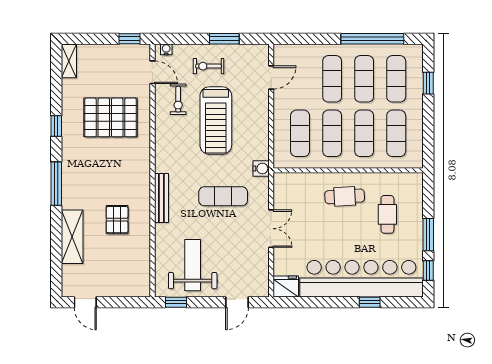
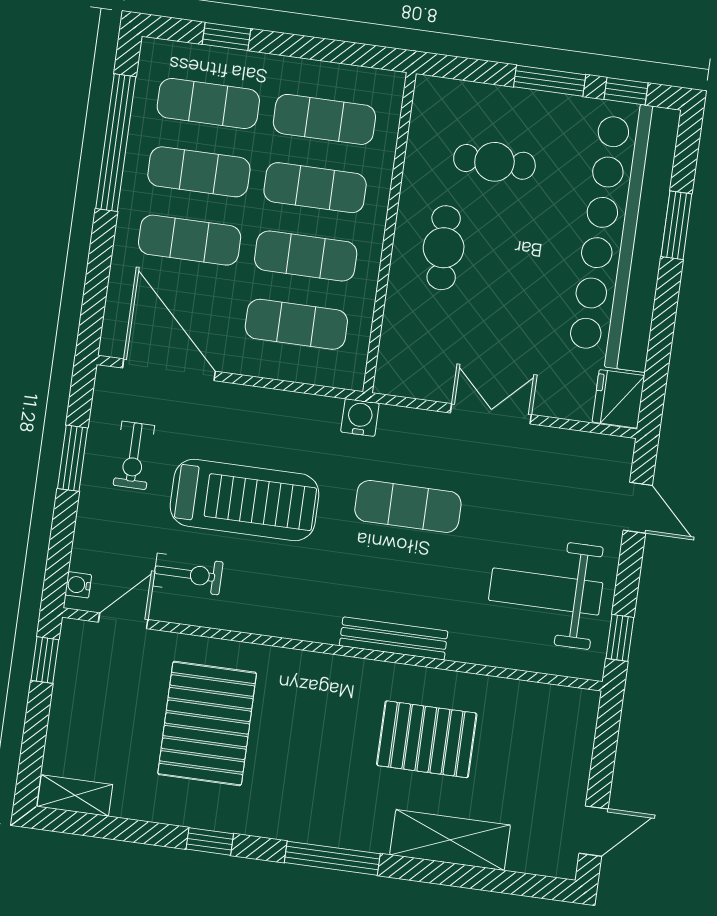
exercise bike: (209, 66) -> (134, 455), moved
door: (271, 78) -> (169, 370), width x1.87
exercise mat: (223, 196) -> (408, 506), turned 90
pallet: (117, 220) -> (427, 739), width x1.50, depth x1.42
window: (370, 302) -> (676, 225), width x1.50

